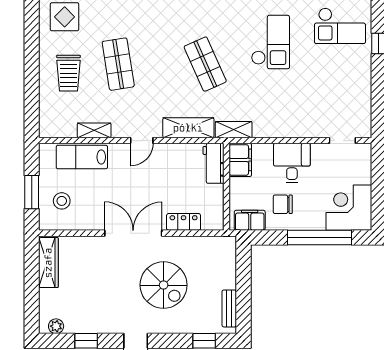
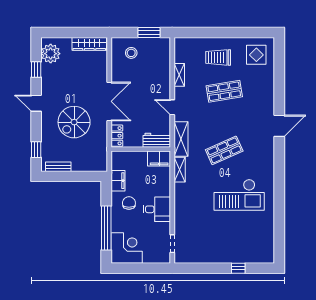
checkout: (340, 26) -> (250, 242), removed
checkout: (270, 42) -> (239, 195), width x1.36, depth x1.21
lab bench: (82, 157) -> (161, 67), removed
filing cabinet: (240, 160) -> (159, 159), moved
workbench: (213, 163) -> (157, 140), moved
wall: (227, 187) -> (141, 149), moved
window: (32, 192) -> (149, 32), moved
plant: (56, 326) -> (51, 54), width x1.87, depth x1.87

